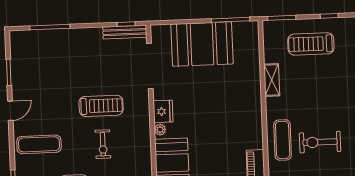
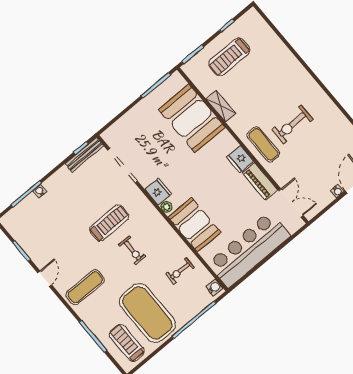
water cooler: (63, 34) -> (40, 191), added
booth: (202, 44) -> (192, 118), moved, turned 90
fridge: (253, 137) -> (240, 159), added

